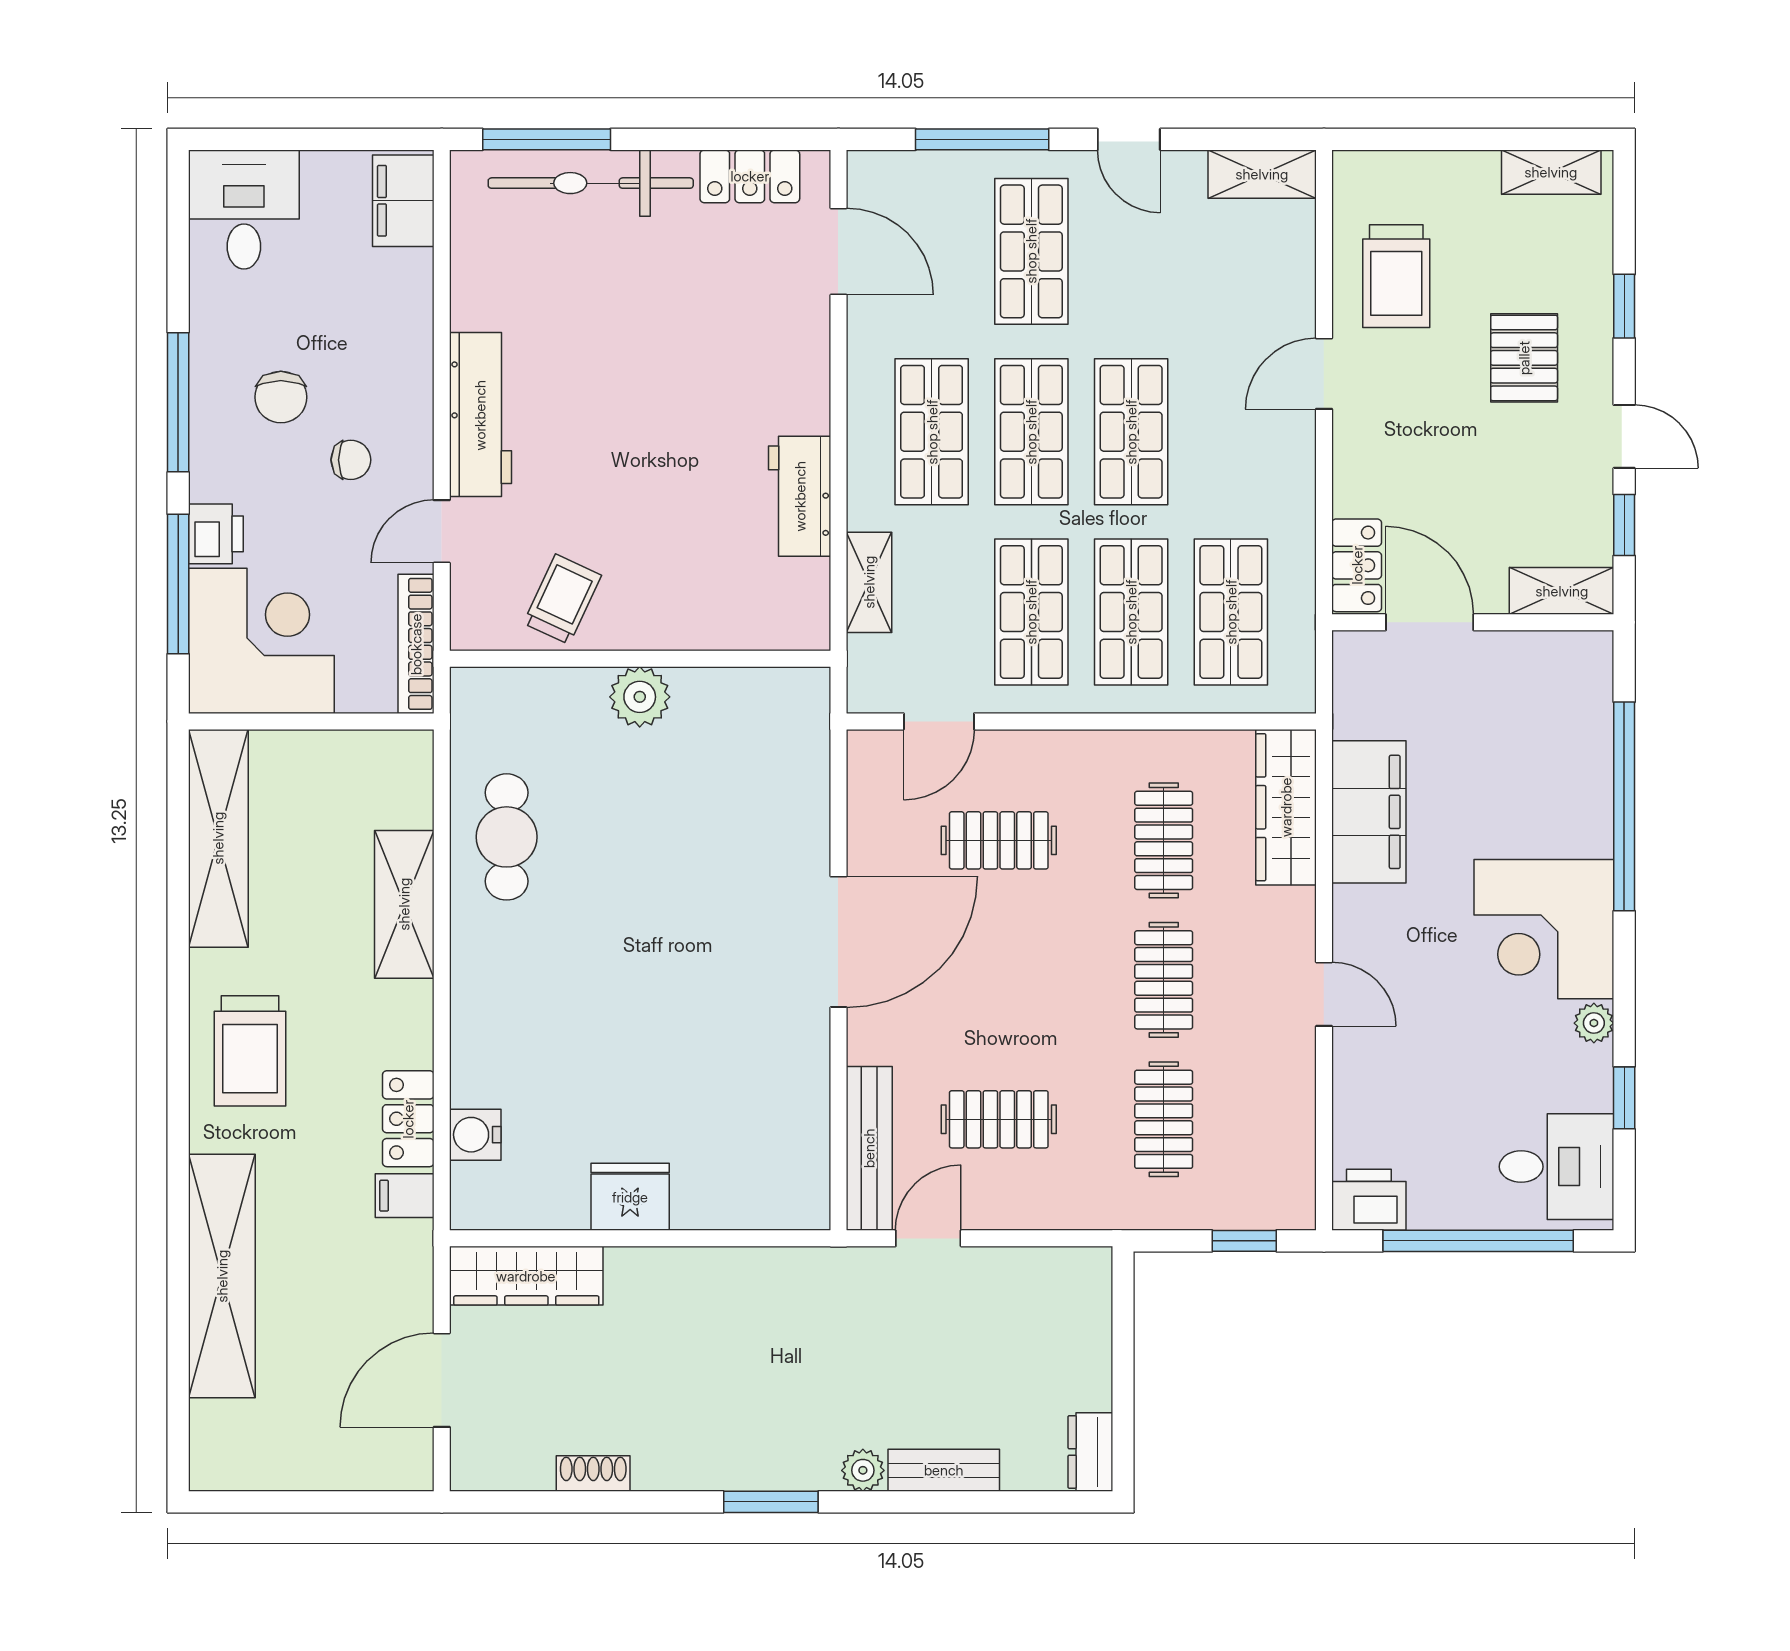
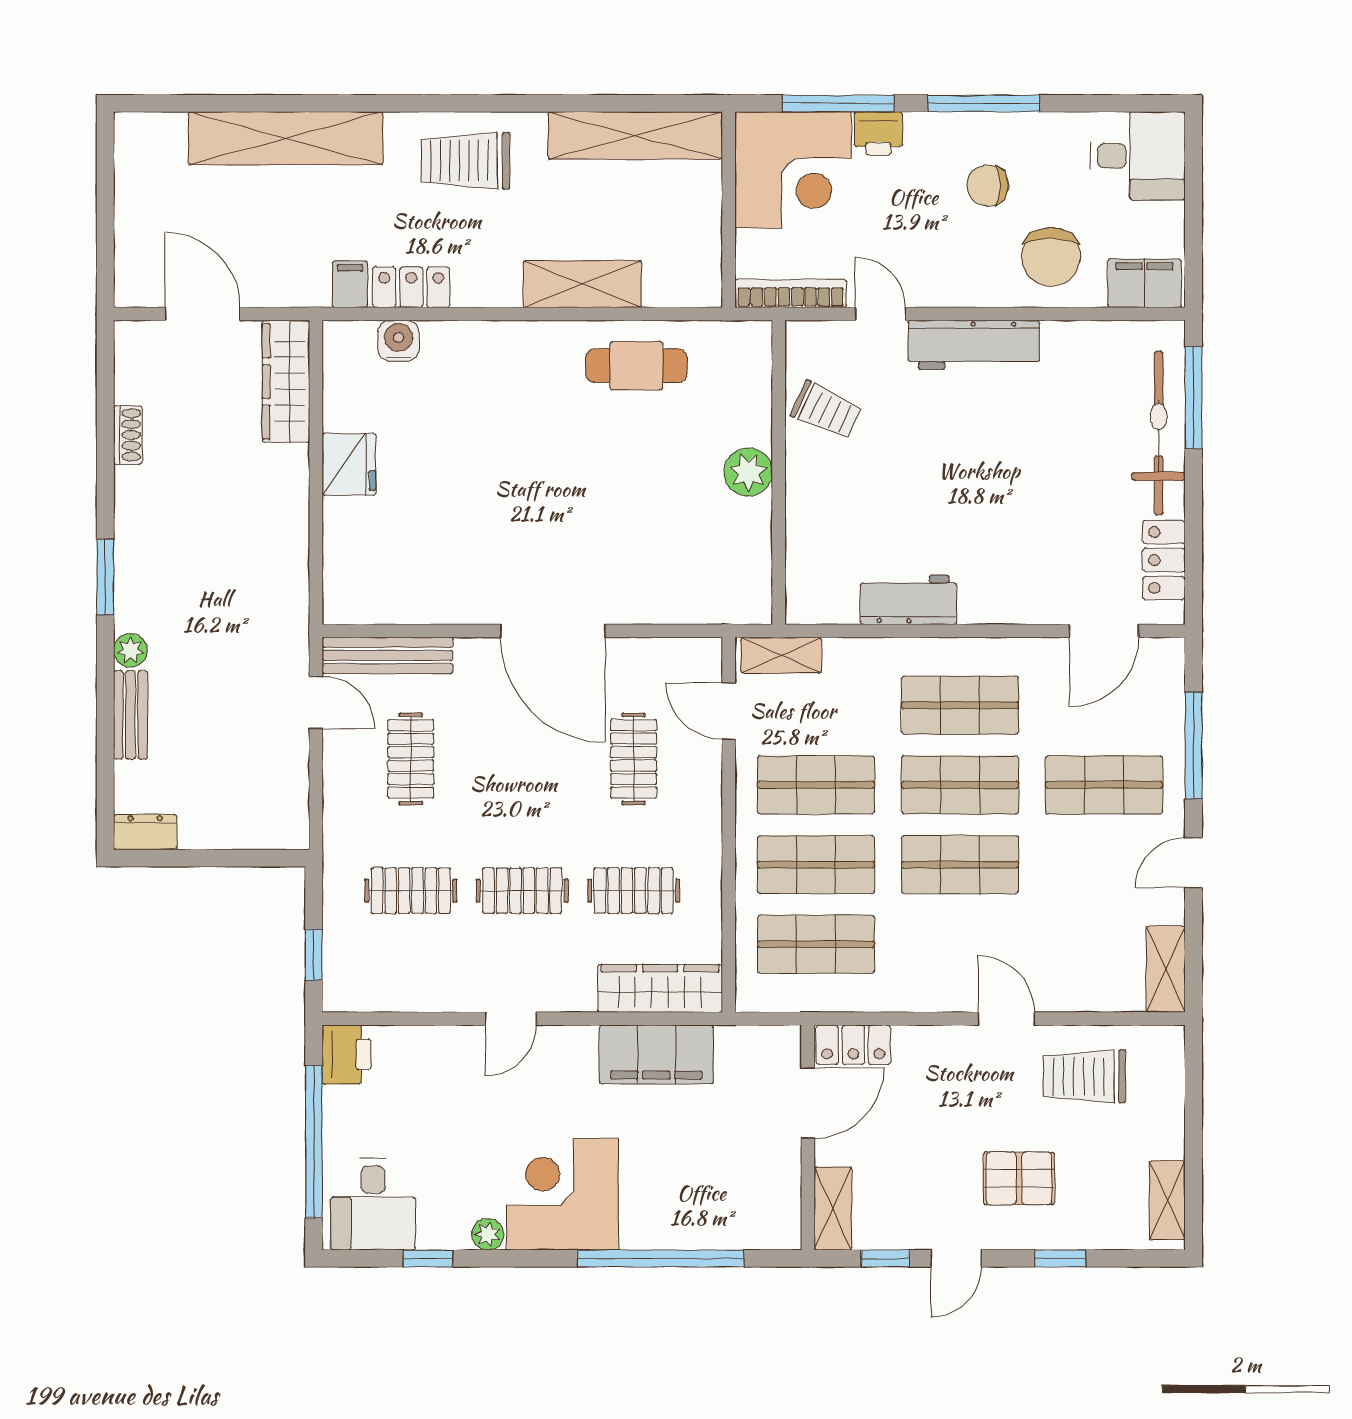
chair: (351, 460) -> (1051, 257), moved, width x1.87, depth x1.87
shelving: (869, 582) -> (781, 655), moved

